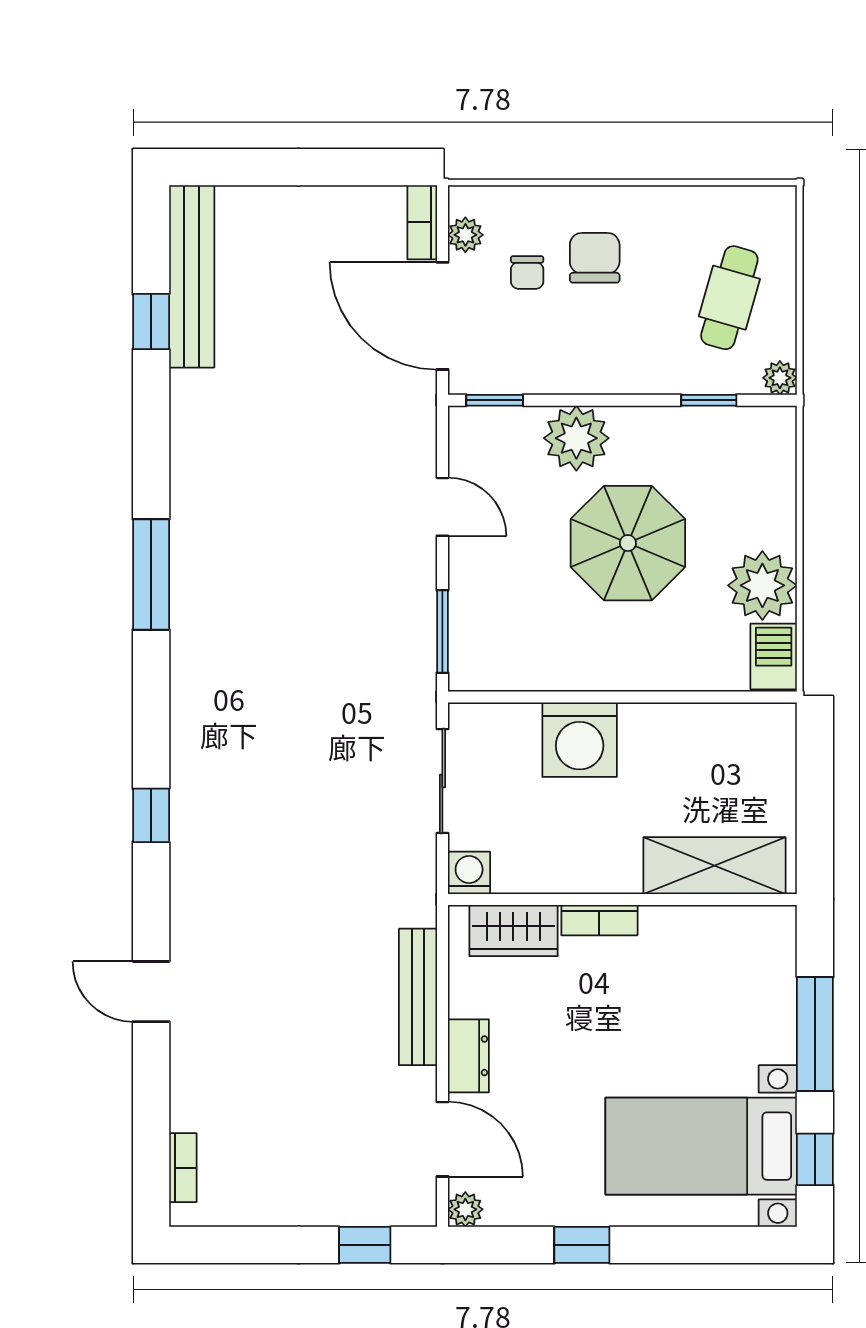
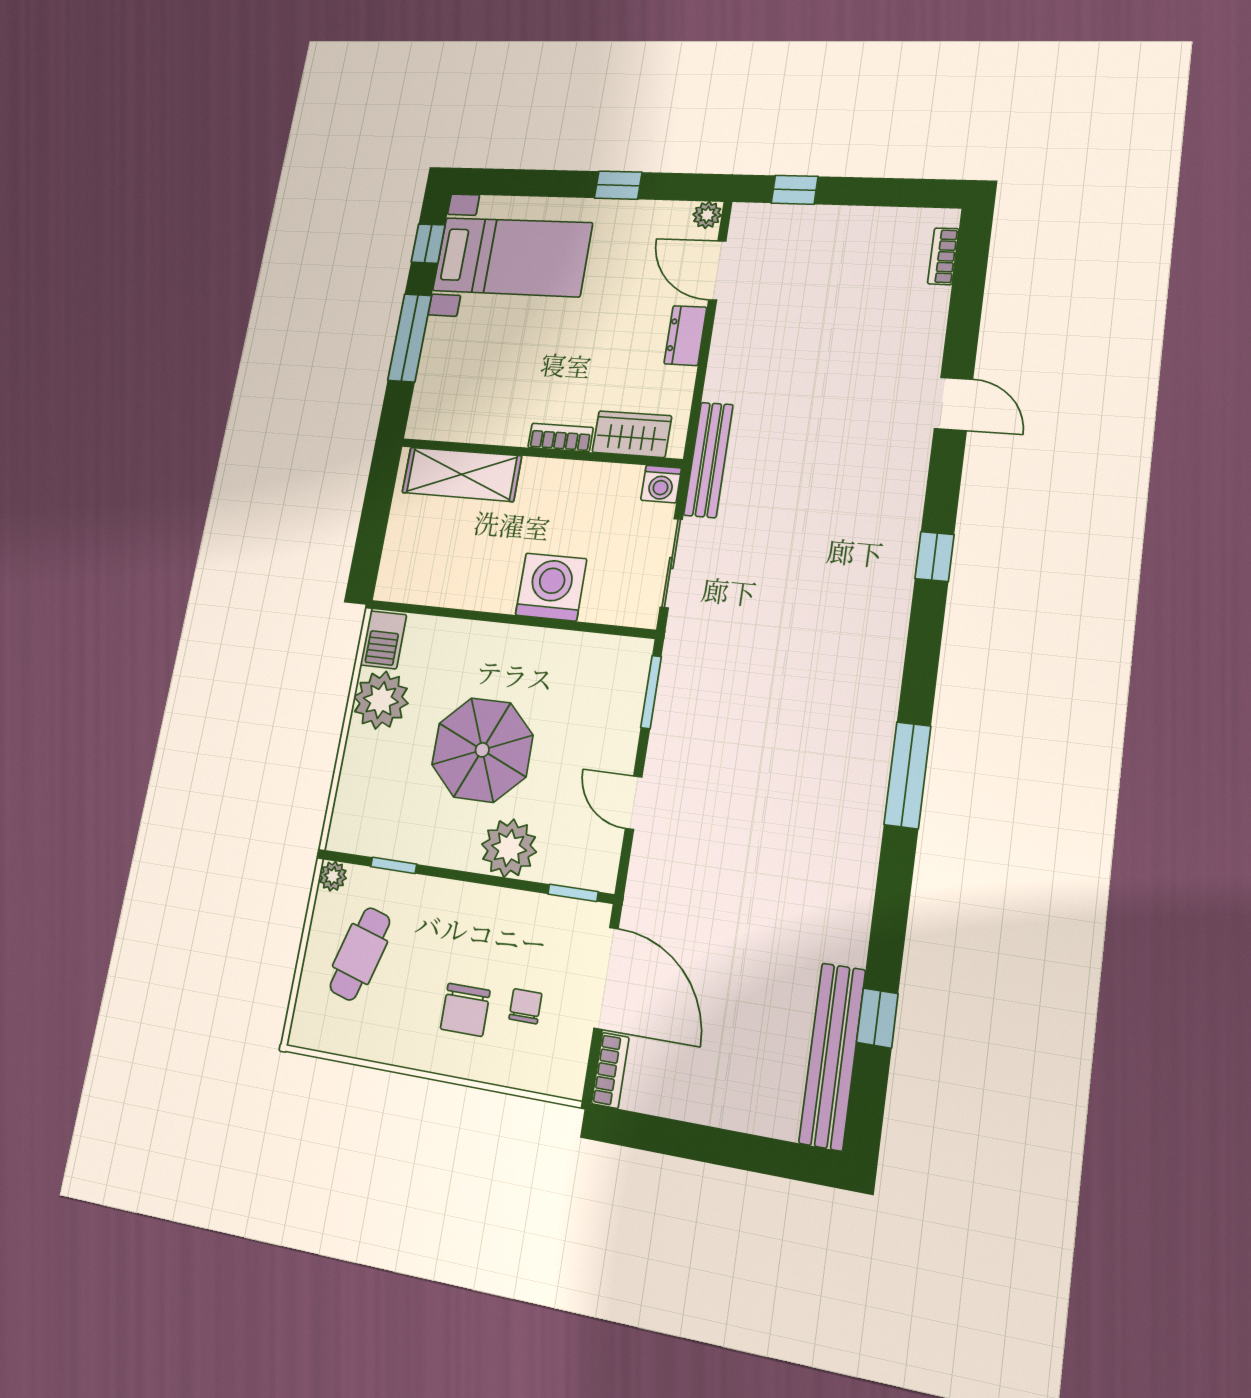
plant: (465, 235) -> (574, 1051), removed
bench: (418, 997) -> (708, 460), moved

